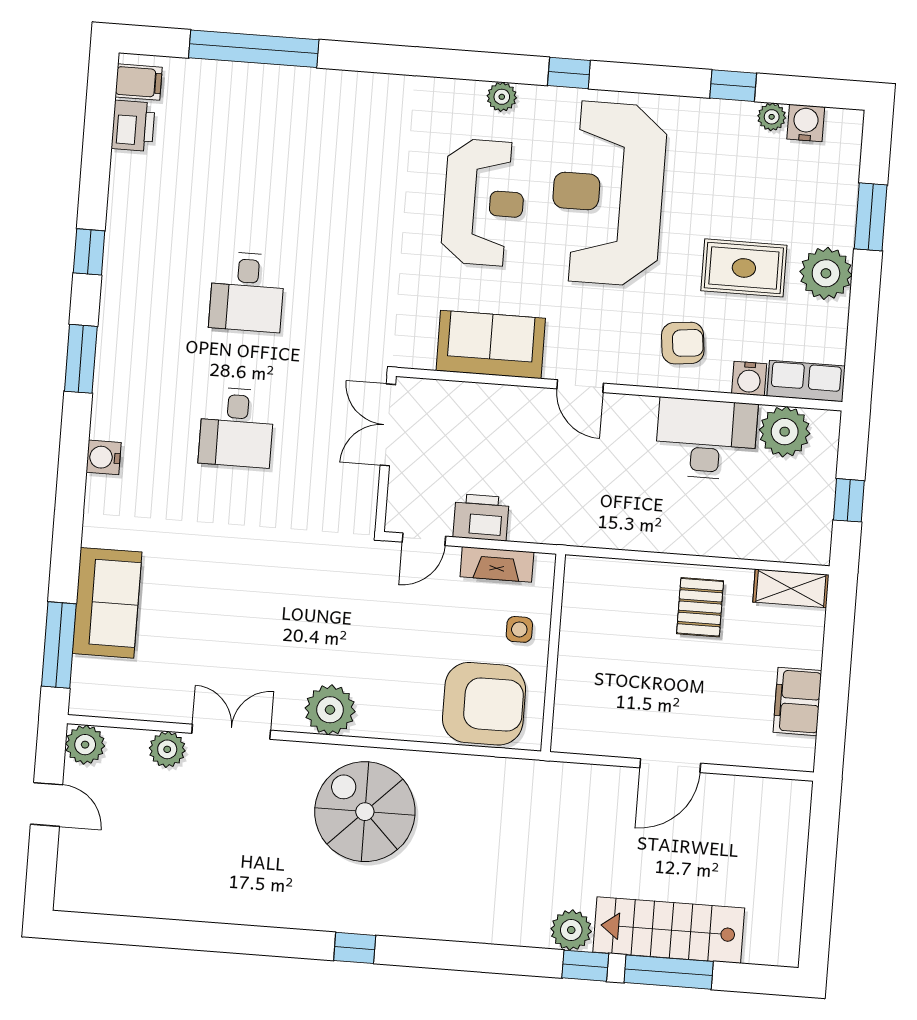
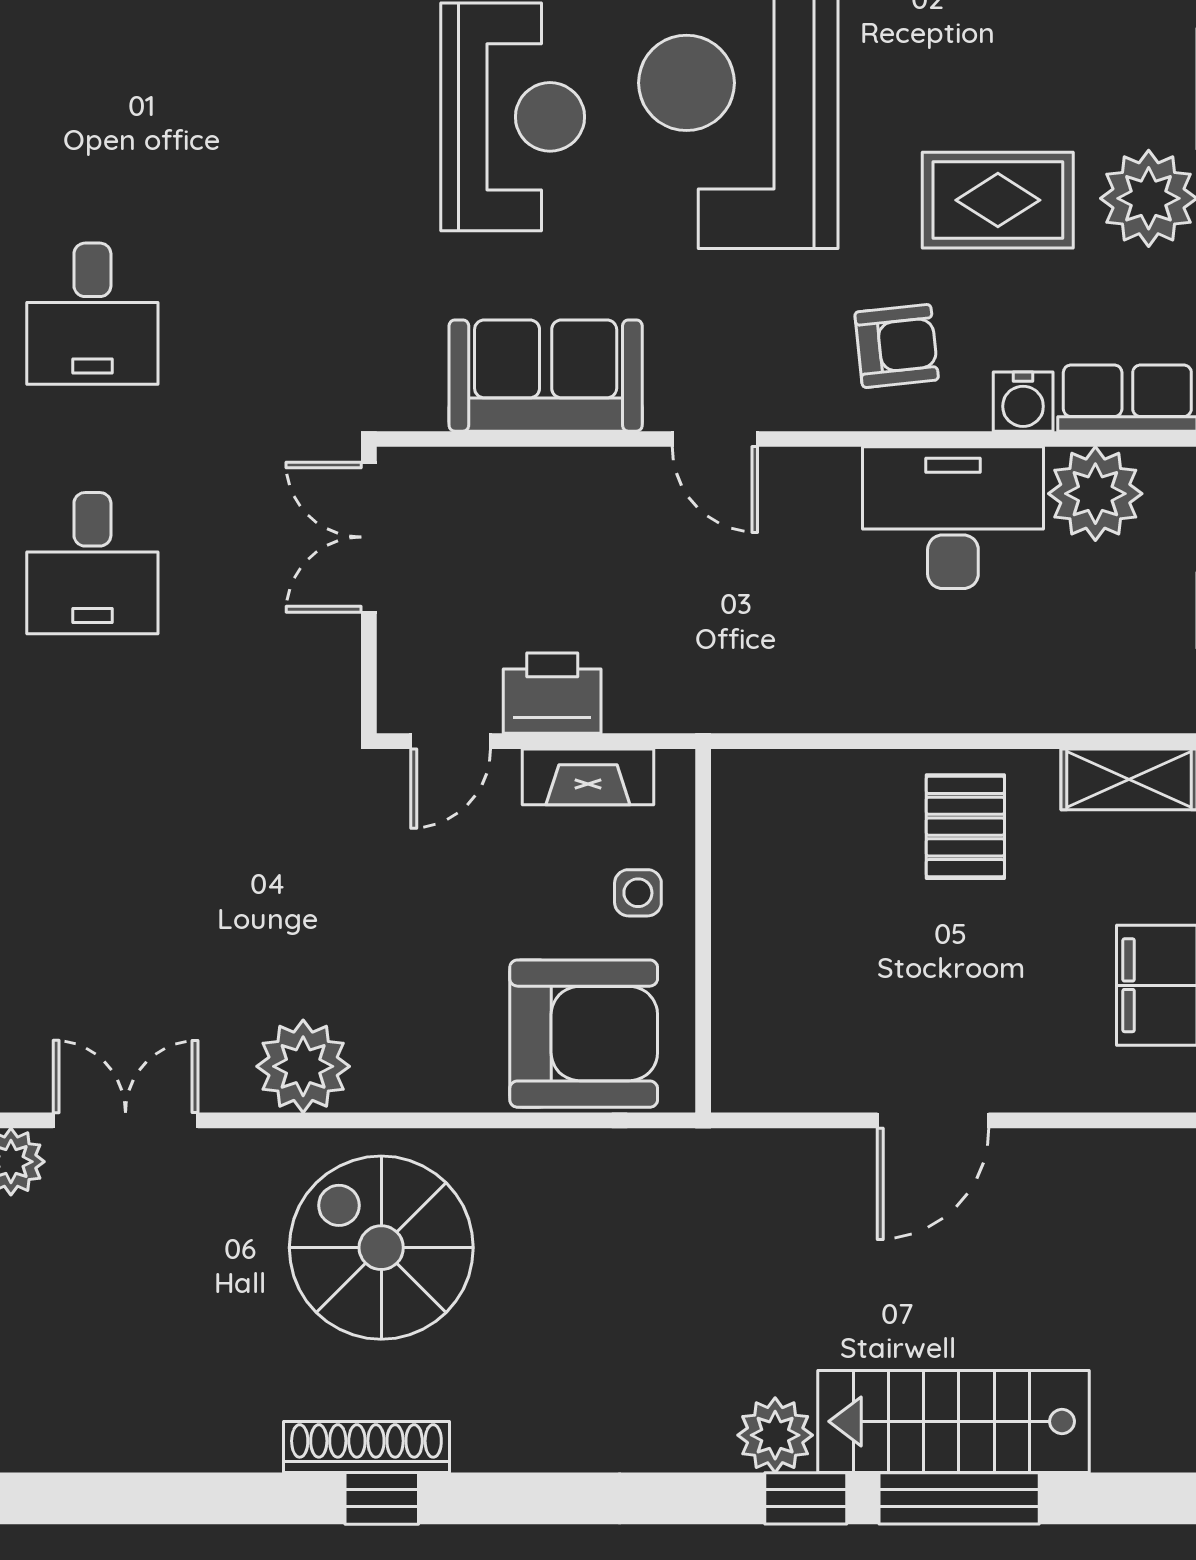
shoe rack: (349, 919) -> (366, 1447), added

